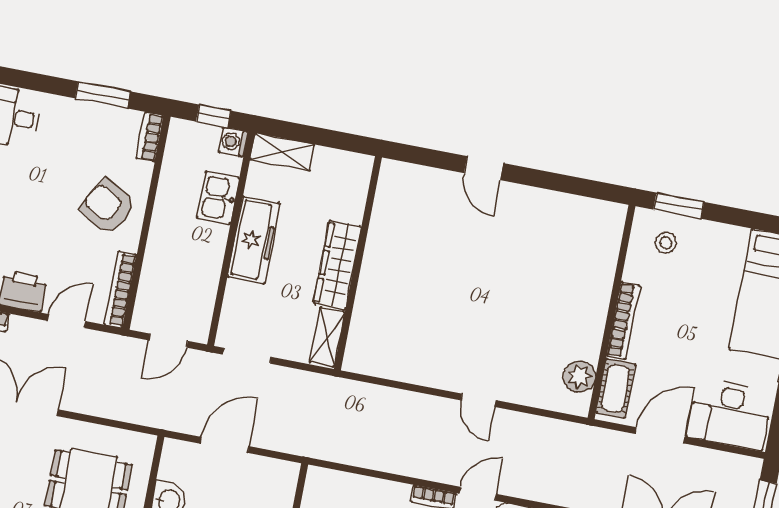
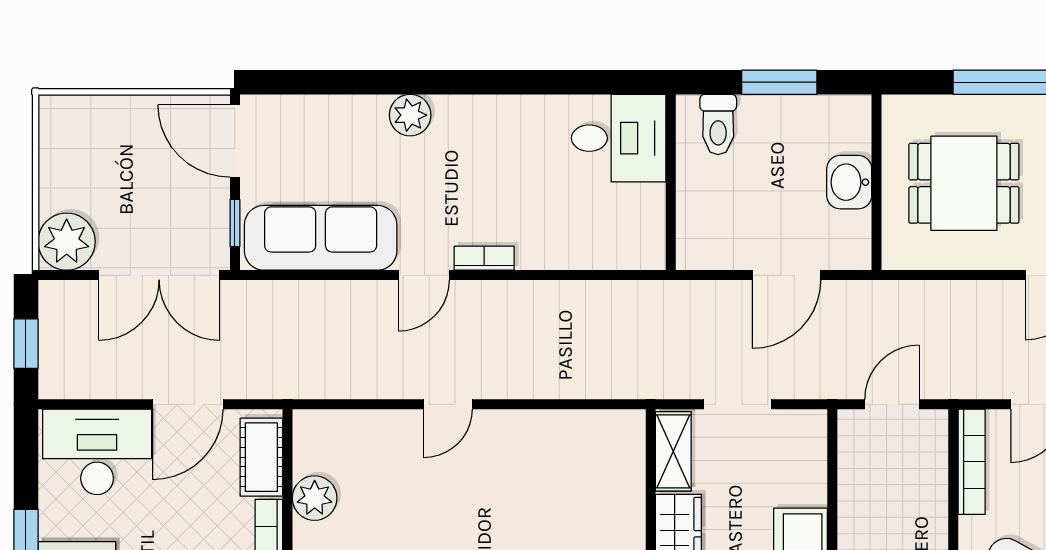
doorway: (247, 356) -> (738, 404), moved
plant: (579, 376) -> (315, 498), moved
door: (478, 400) -> (448, 404), swing flipped

